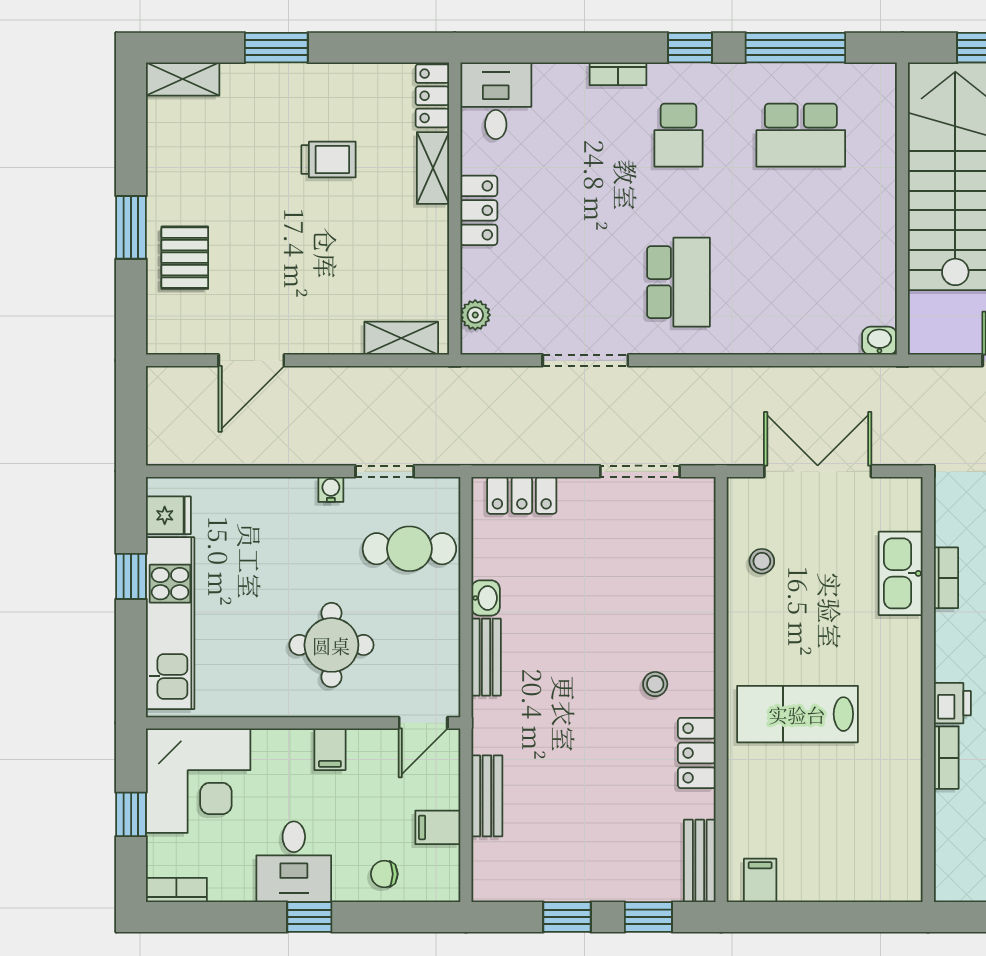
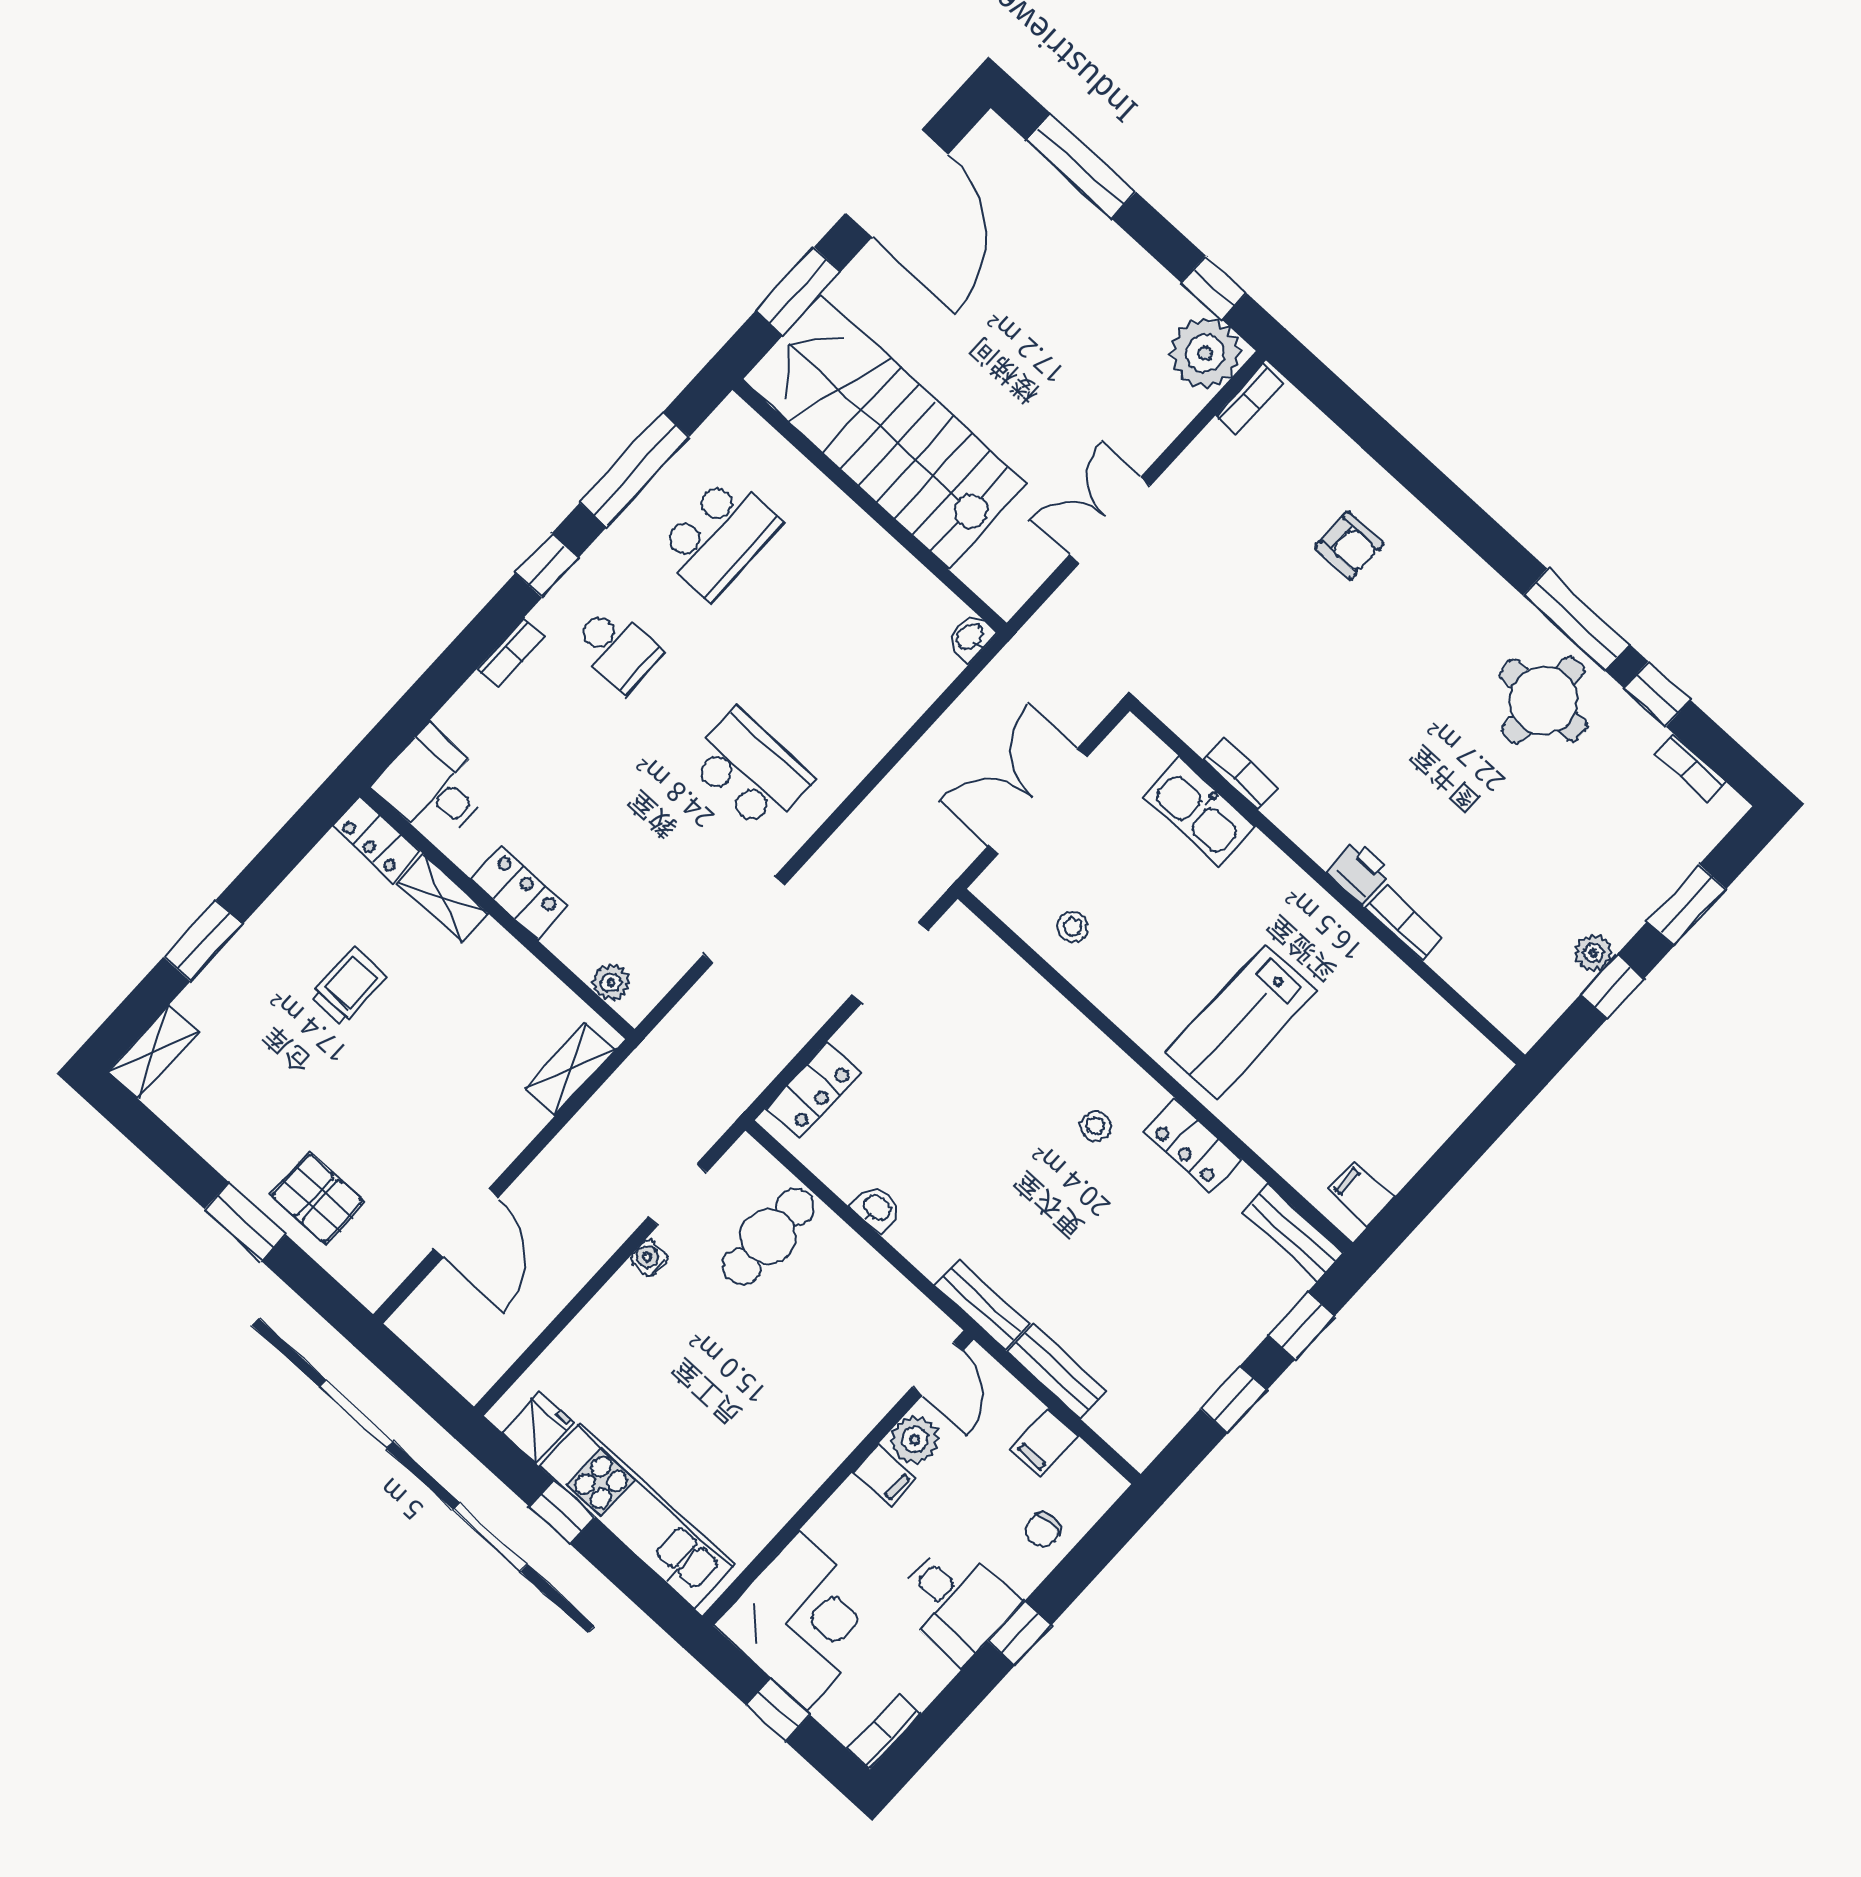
round table: (331, 645) -> (791, 1387), removed
bench: (486, 657) -> (982, 1304), moved
plant: (368, 748) -> (915, 1439), added

